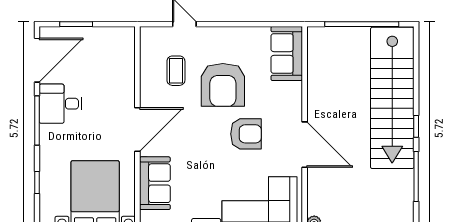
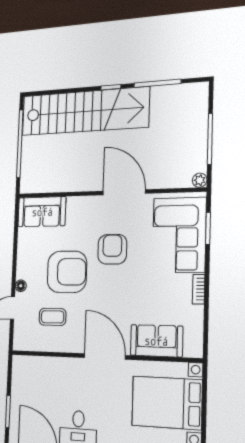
floor lamp: (208, 33) -> (21, 286), added
door: (305, 145) -> (124, 192), hinge flipped

